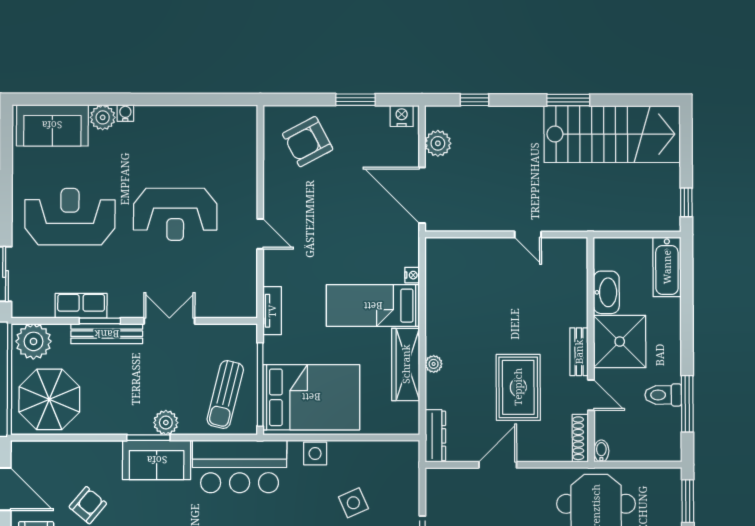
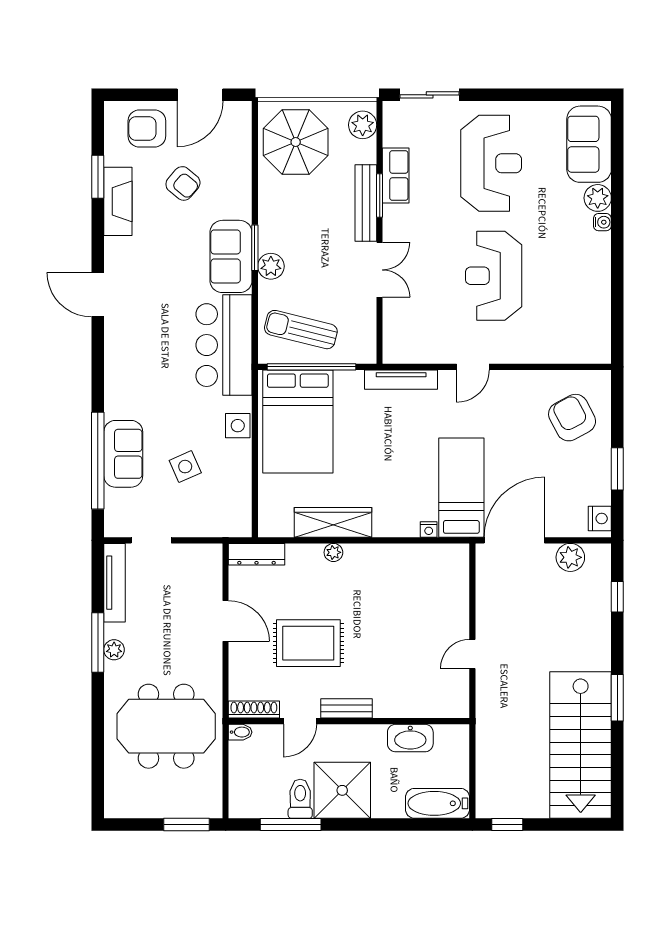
bed: (373, 306) -> (461, 488), moved
tv unit: (272, 311) -> (401, 380), width x1.41
plant: (34, 341) -> (363, 125), width x0.73, depth x0.73
shower: (620, 342) -> (342, 790), moved

